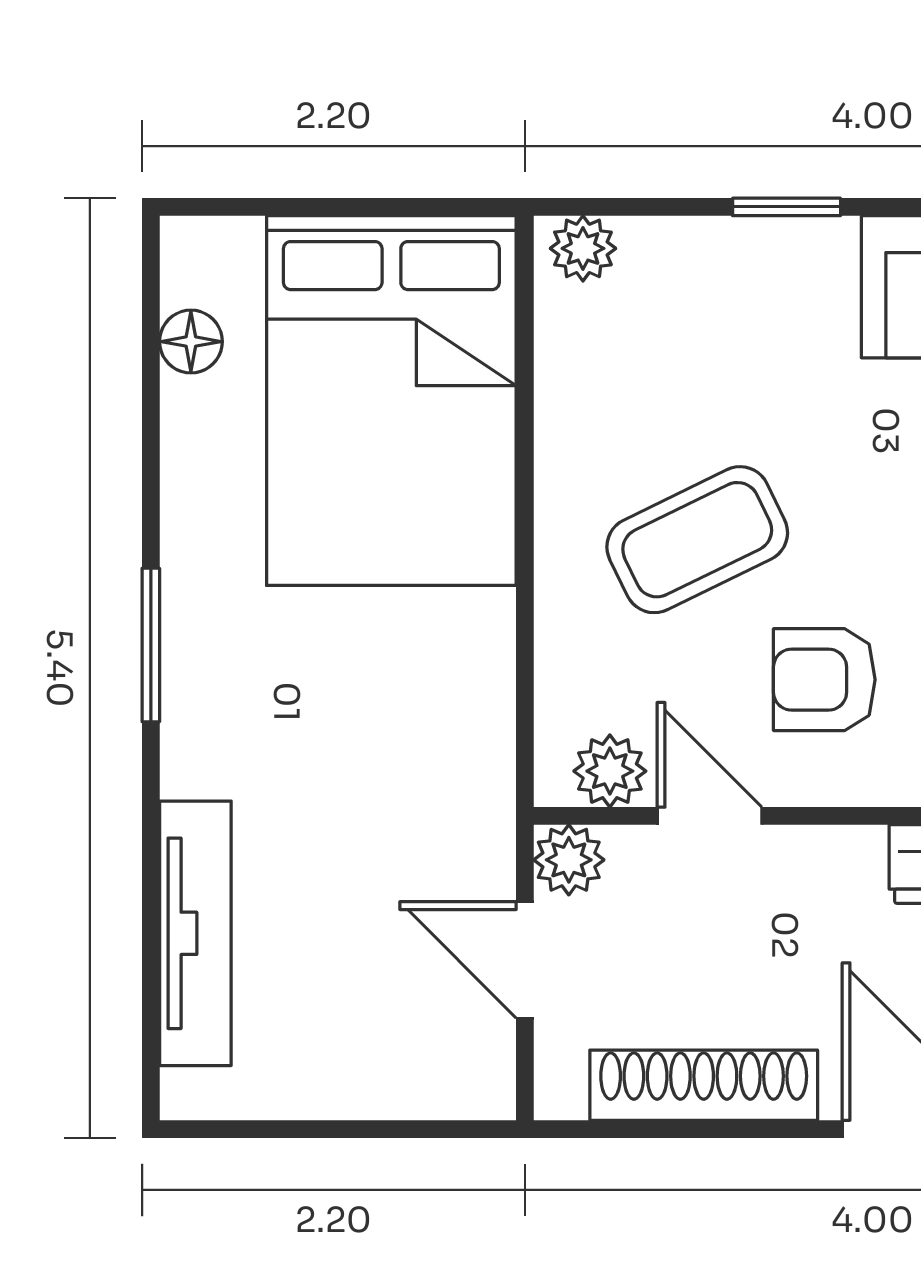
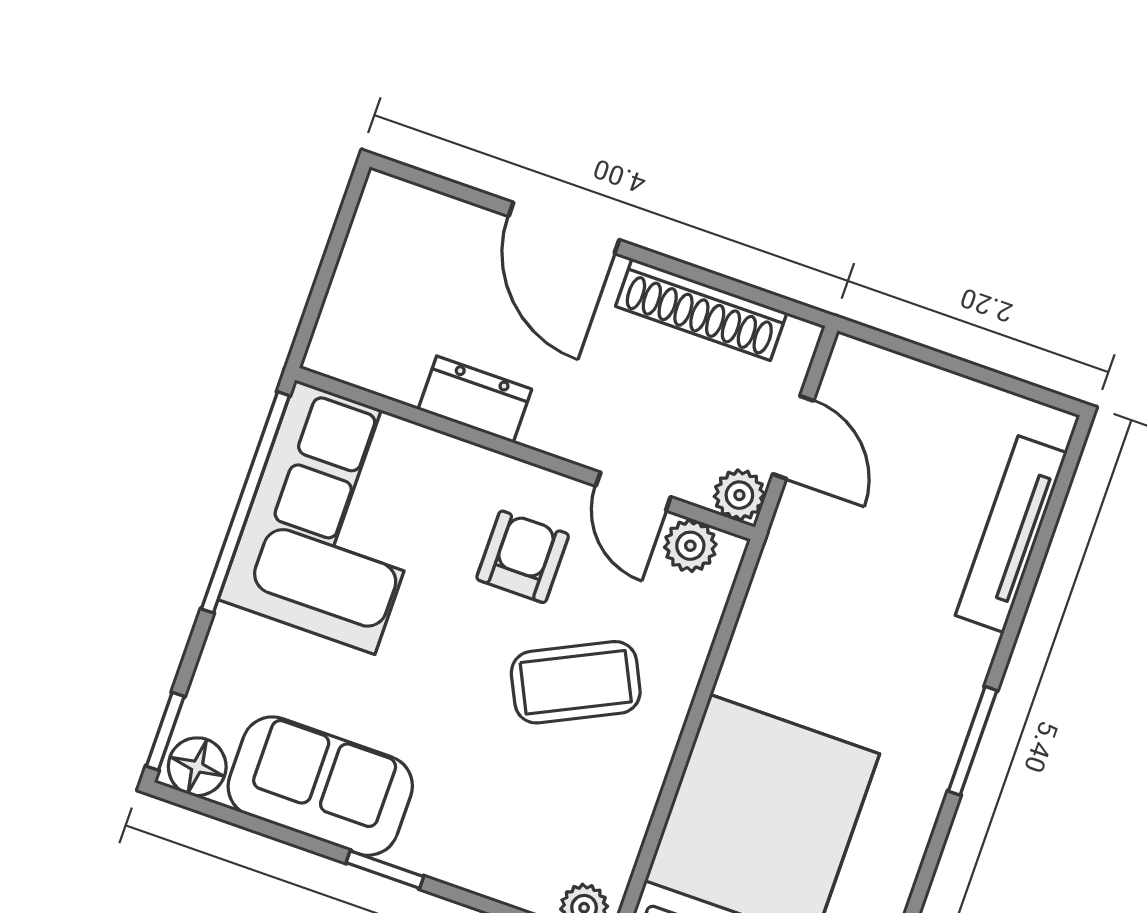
window: (787, 207) -> (385, 870), moved
armchair: (824, 680) -> (523, 557), turned -90

